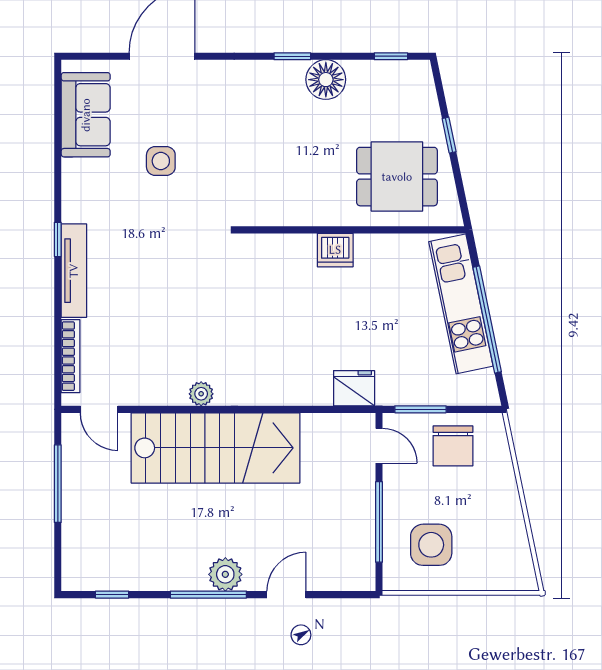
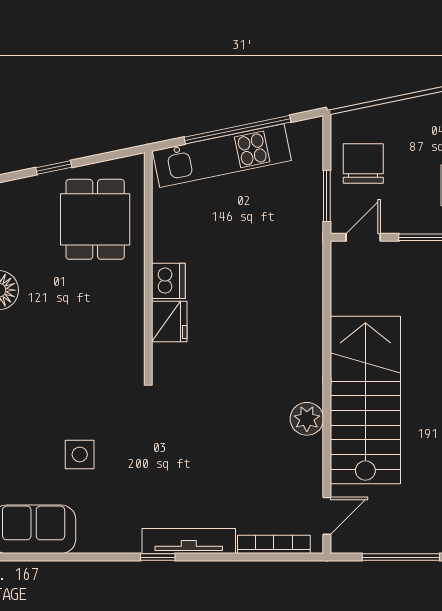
fridge: (354, 388) -> (169, 321), moved, turned 180
plant: (201, 394) -> (307, 419), width x1.38, depth x1.38
chair: (453, 446) -> (363, 164), turned -90

